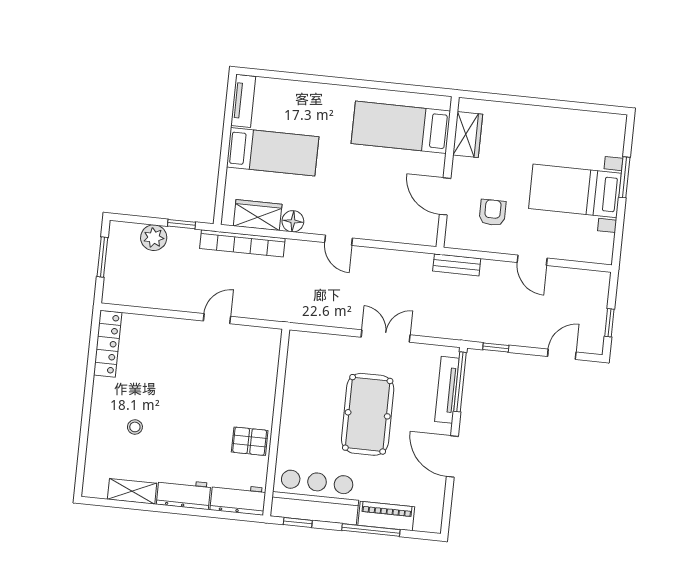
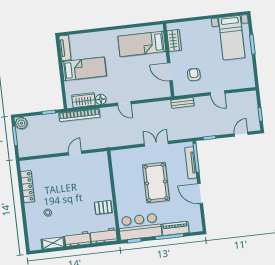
bed with nightstands: (575, 191) -> (232, 38), moved, turned -90
plant: (154, 238) -> (21, 123), moved
locker: (108, 344) -> (28, 187), moved

